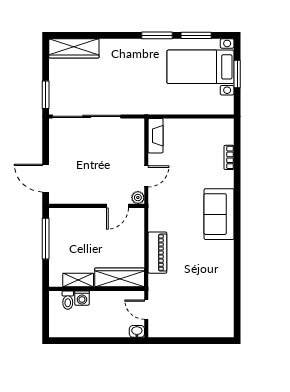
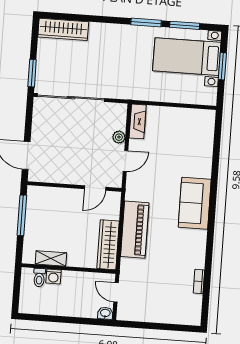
bookcase: (229, 157) -> (199, 282), moved
plant: (138, 198) -> (119, 137), moved
piano: (157, 253) -> (135, 230), width x1.37, depth x1.33
wardrobe: (120, 277) -> (108, 245), moved, turned -90

